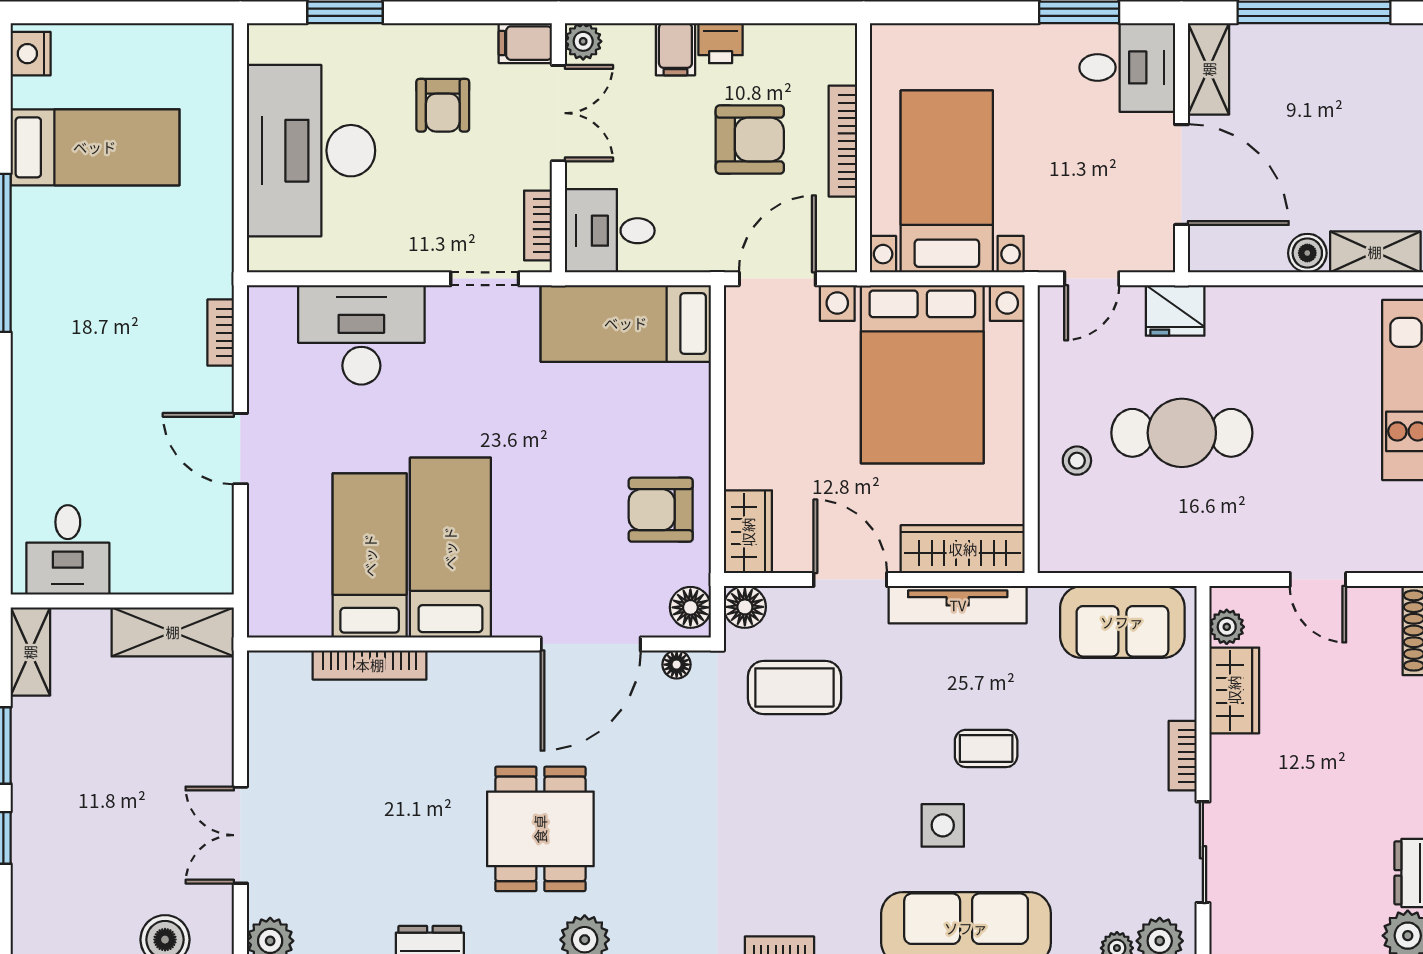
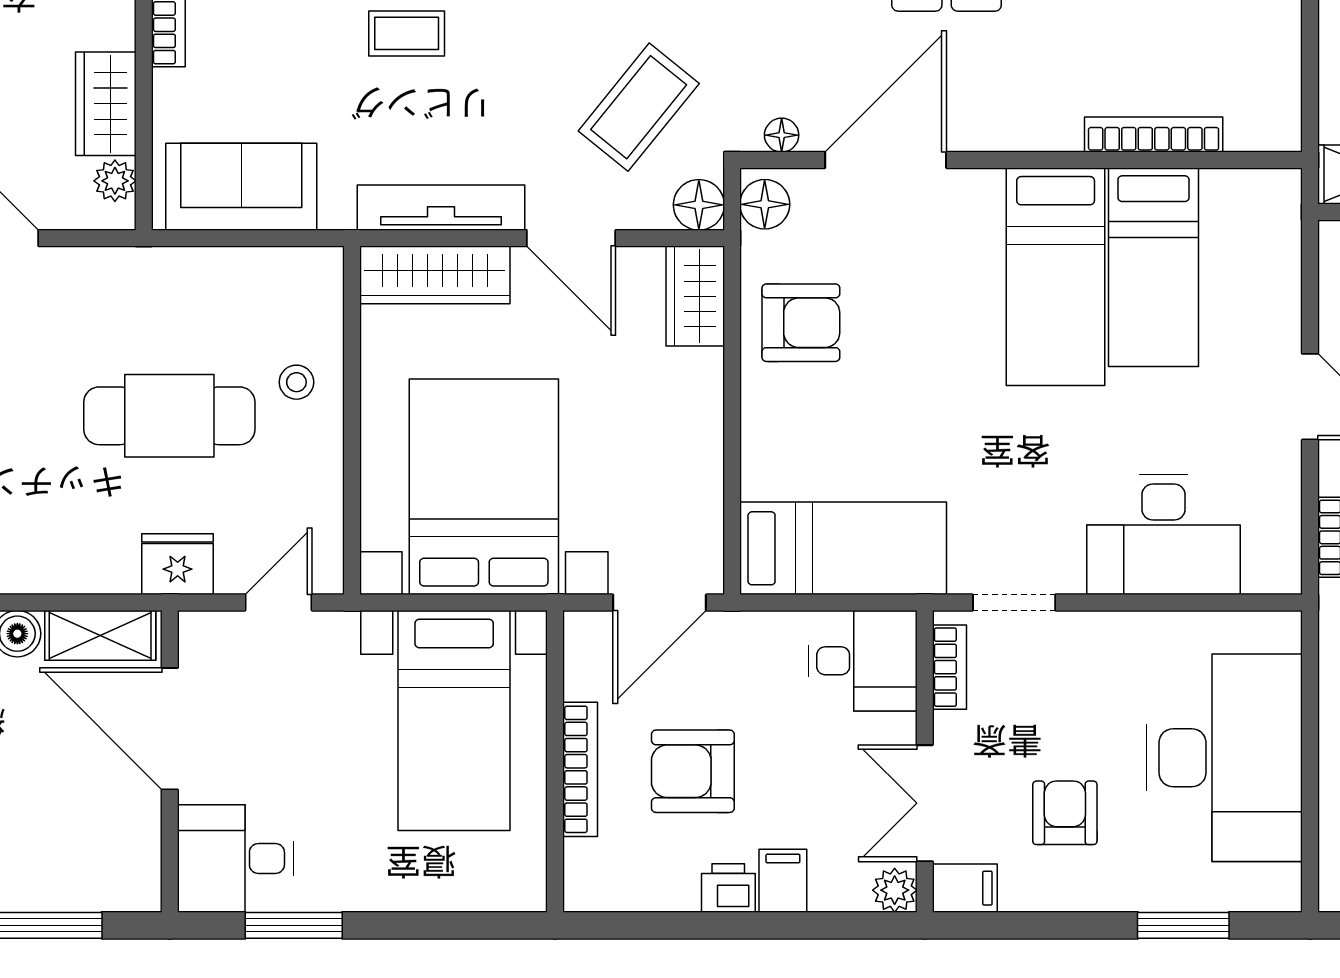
shelving: (1209, 69) -> (100, 635), moved, turned 90
coffee table: (794, 688) -> (639, 107), turned -51

